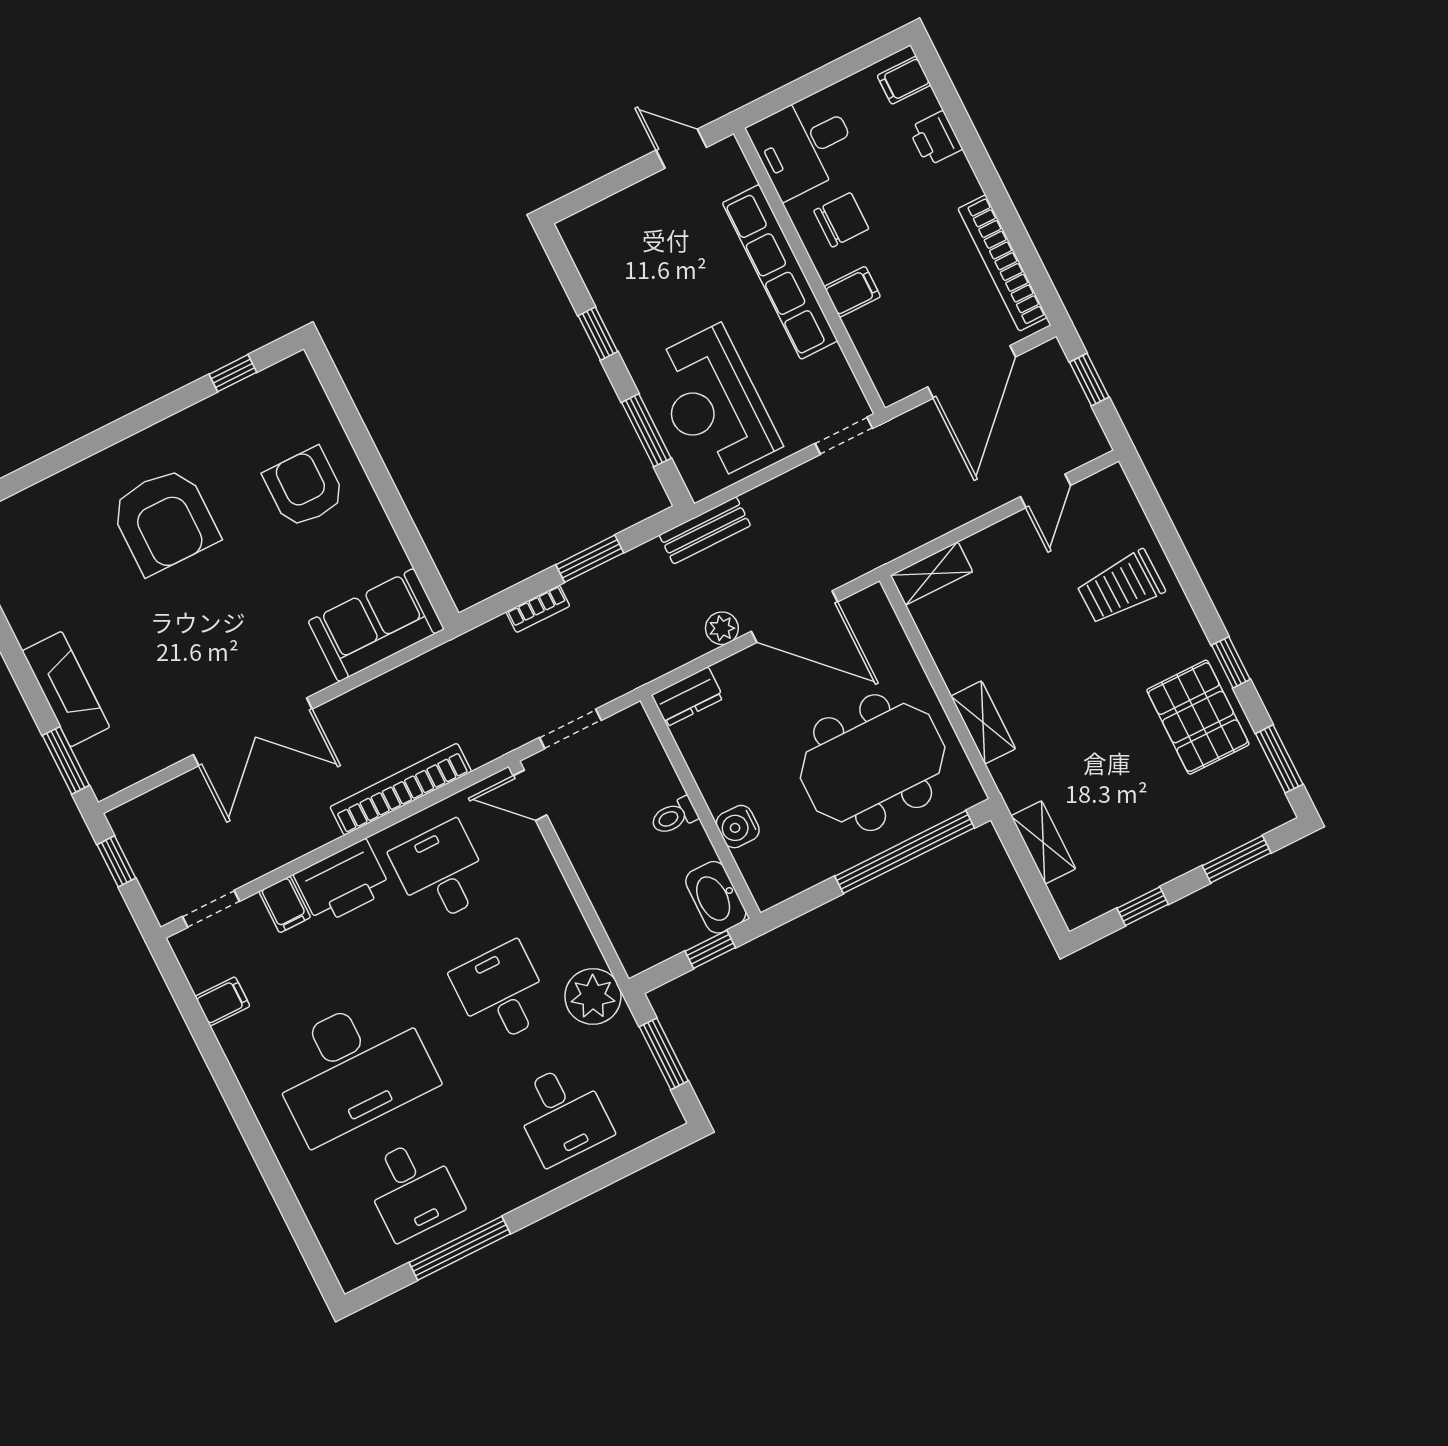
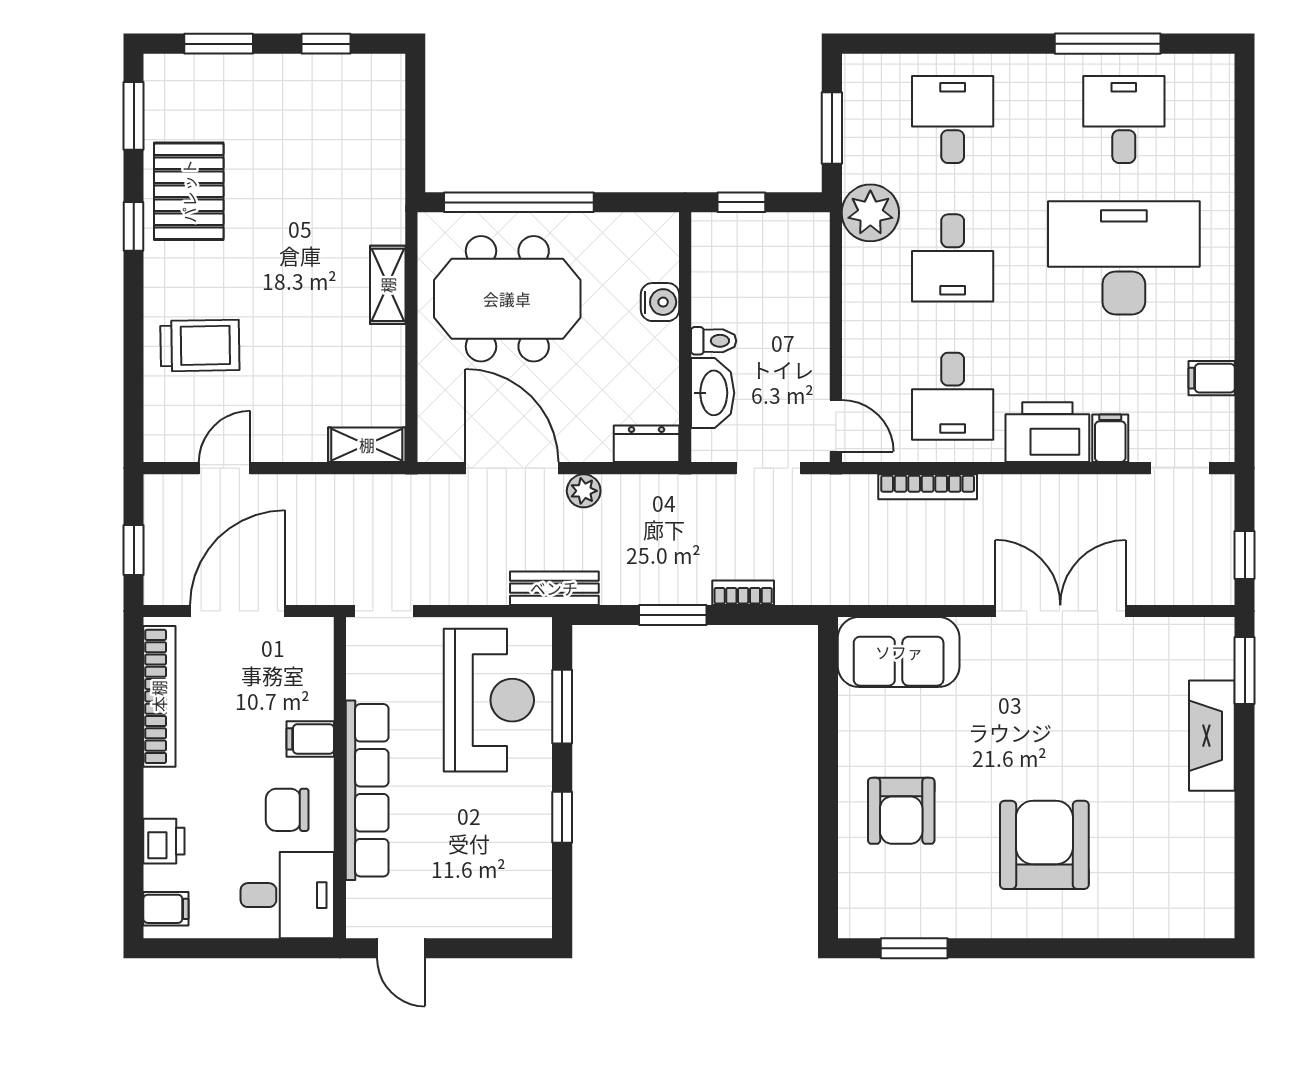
window: (233, 373) -> (914, 948), width x1.50
bookcase: (401, 789) -> (928, 487), width x0.68, depth x0.76
shelving: (1043, 842) -> (388, 148), removed
washbasin: (716, 897) -> (713, 393), moved

